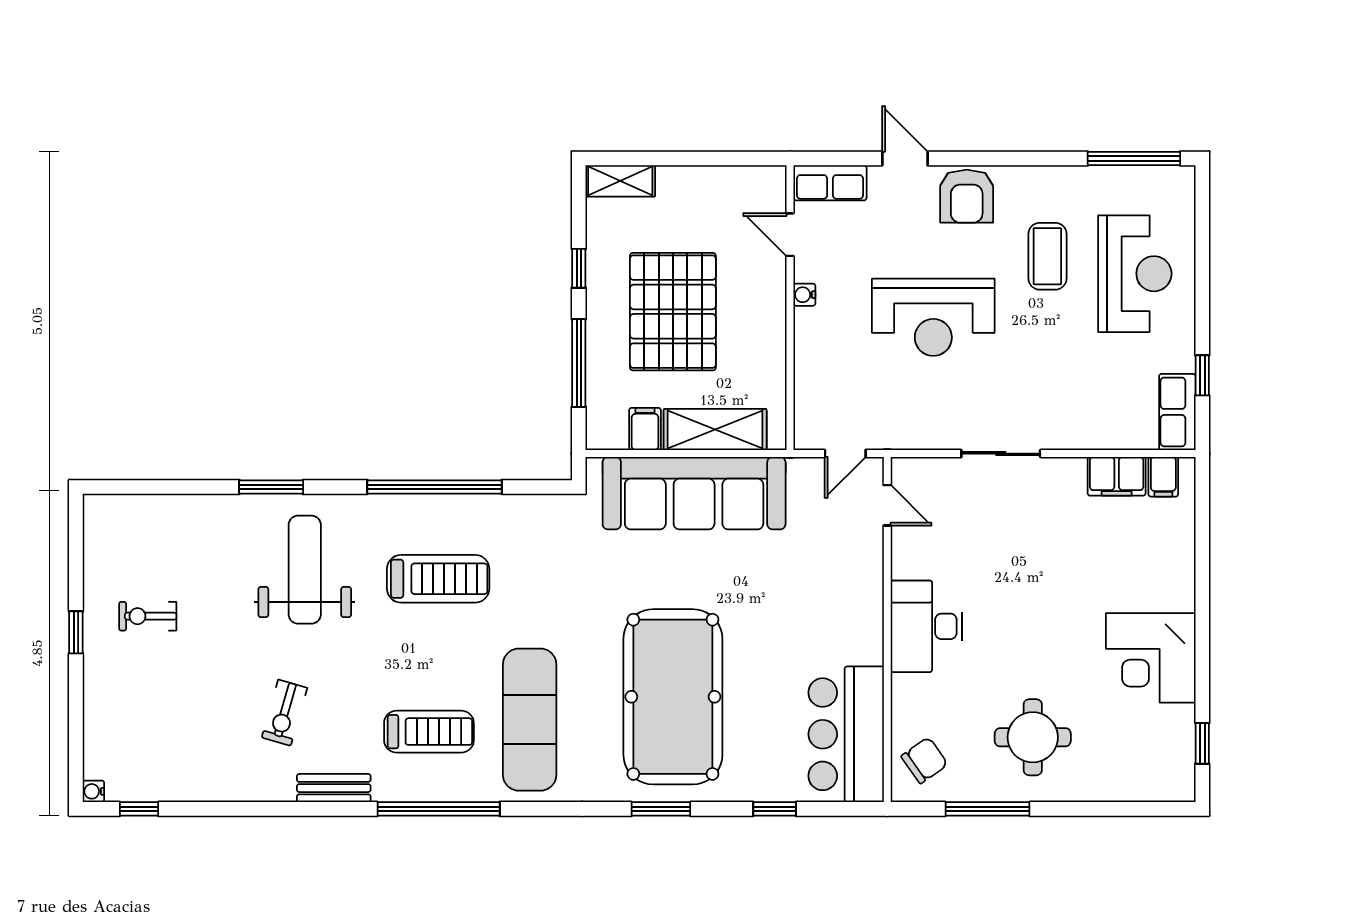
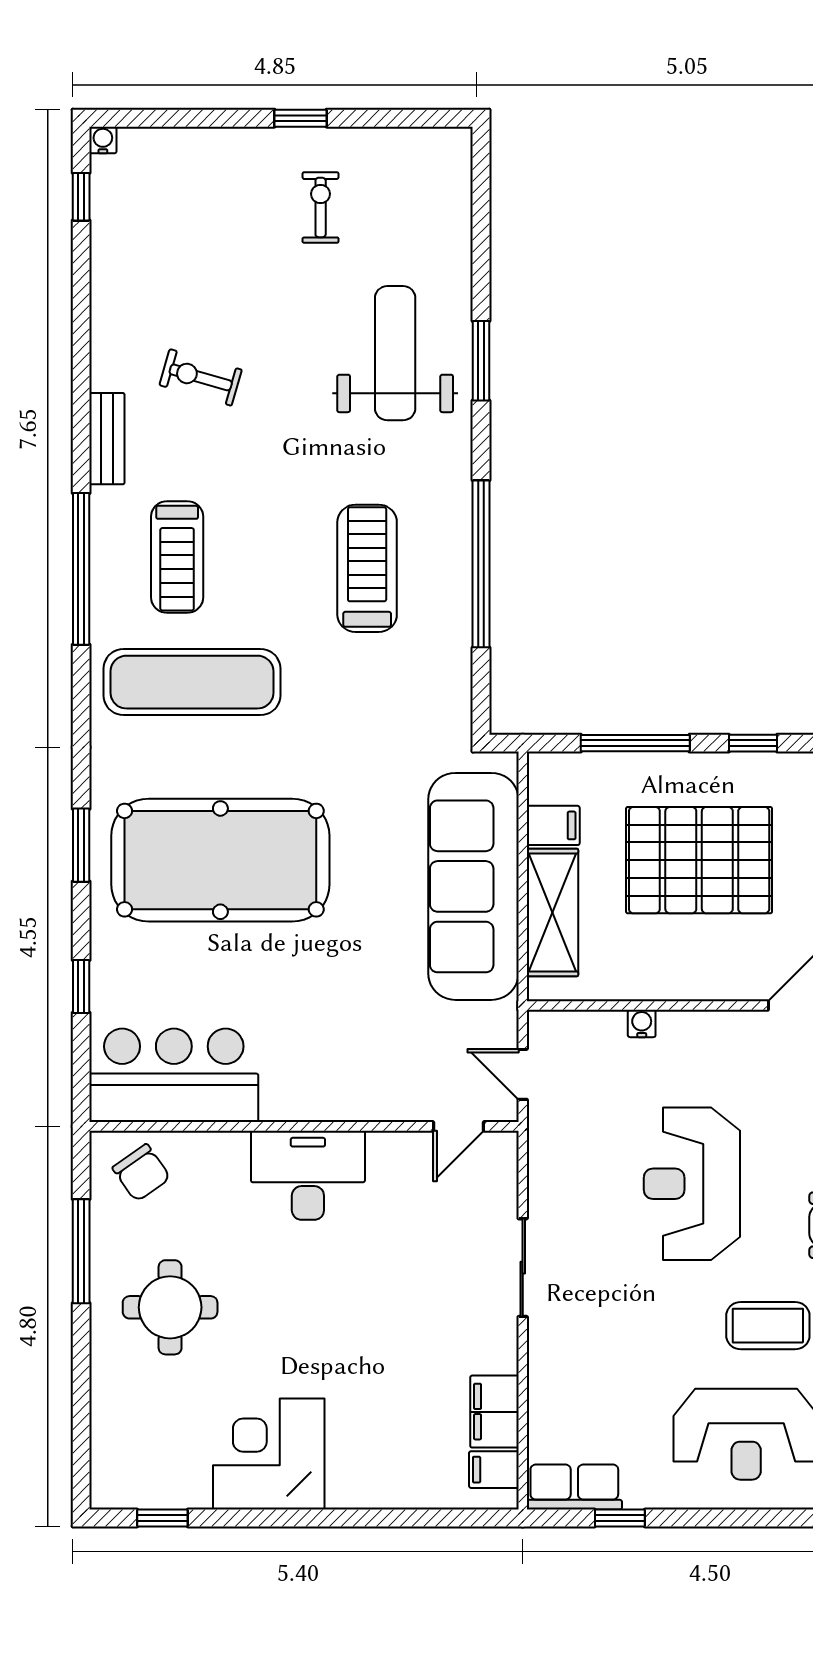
water cooler: (804, 295) -> (642, 1023), moved
weight bench: (305, 570) -> (395, 353), moved, turned -90
treadmill: (438, 579) -> (367, 568), turned 180

